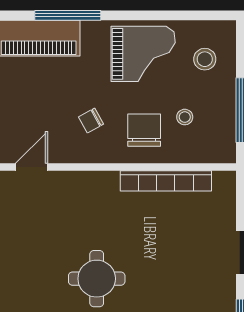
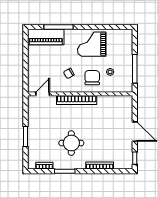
grand piano: (143, 54) -> (92, 44), turned 180
stool: (205, 59) -> (119, 46), removed
bookcase: (166, 181) -> (77, 100), moved

